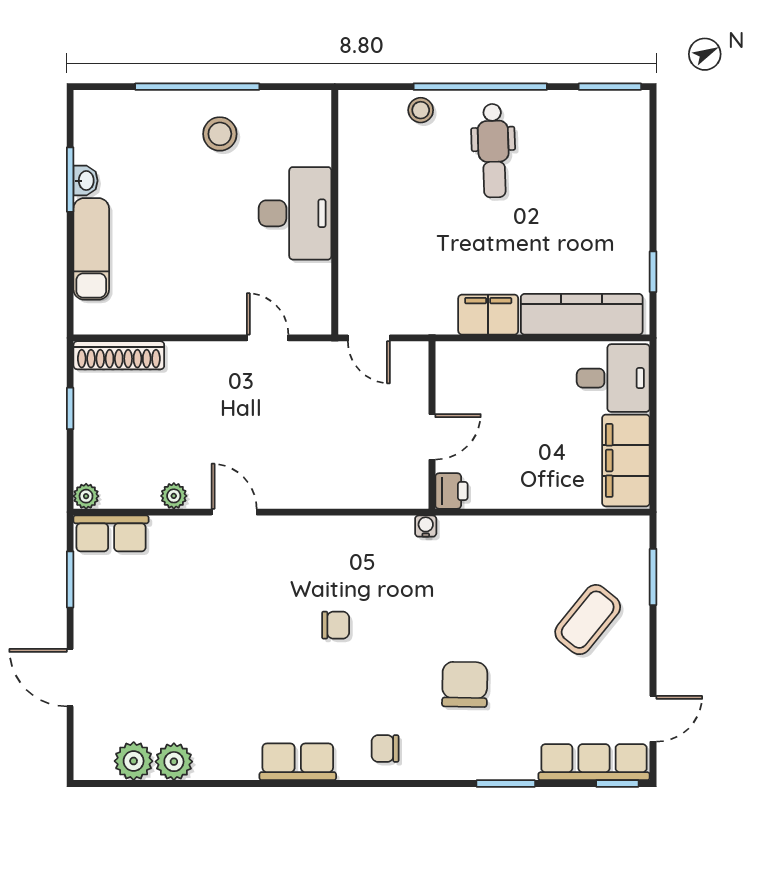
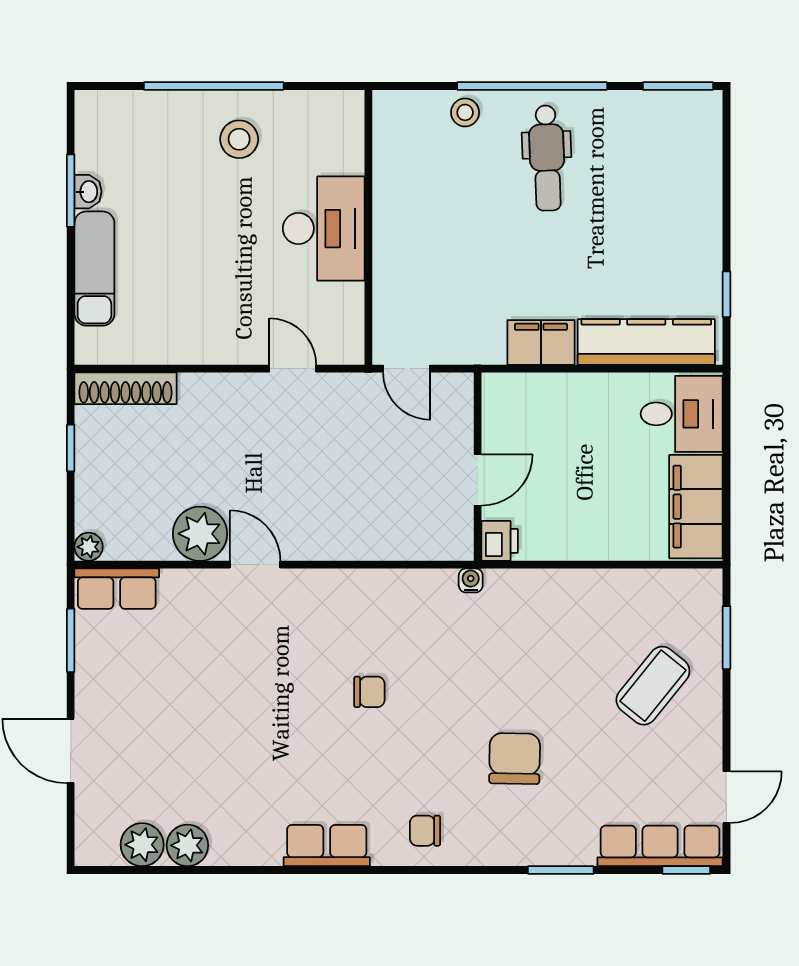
plant: (174, 496) -> (200, 534), width x1.88, depth x1.88

